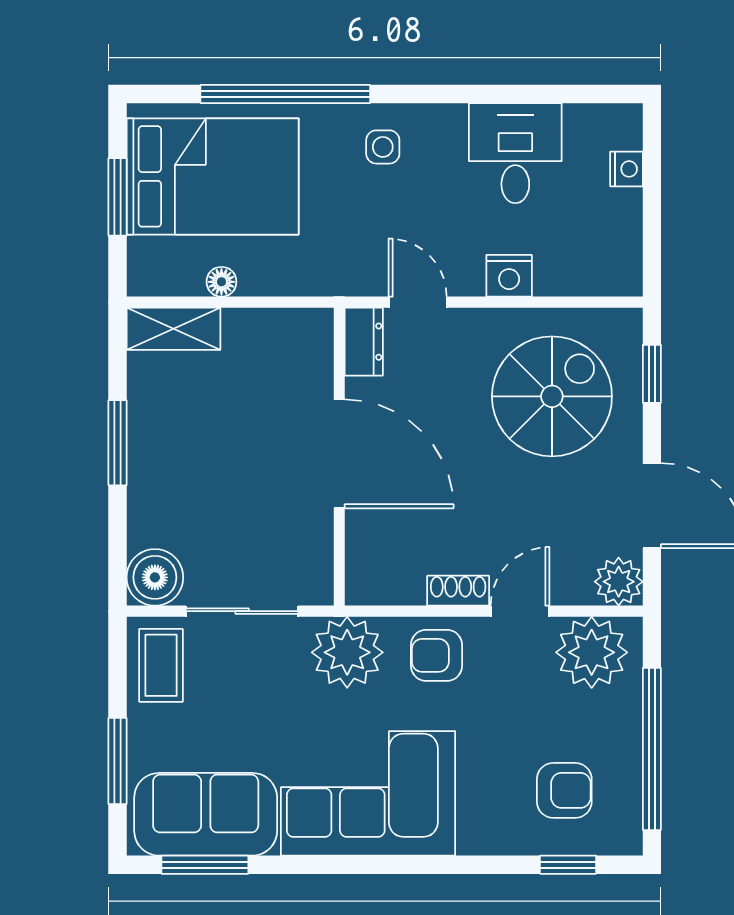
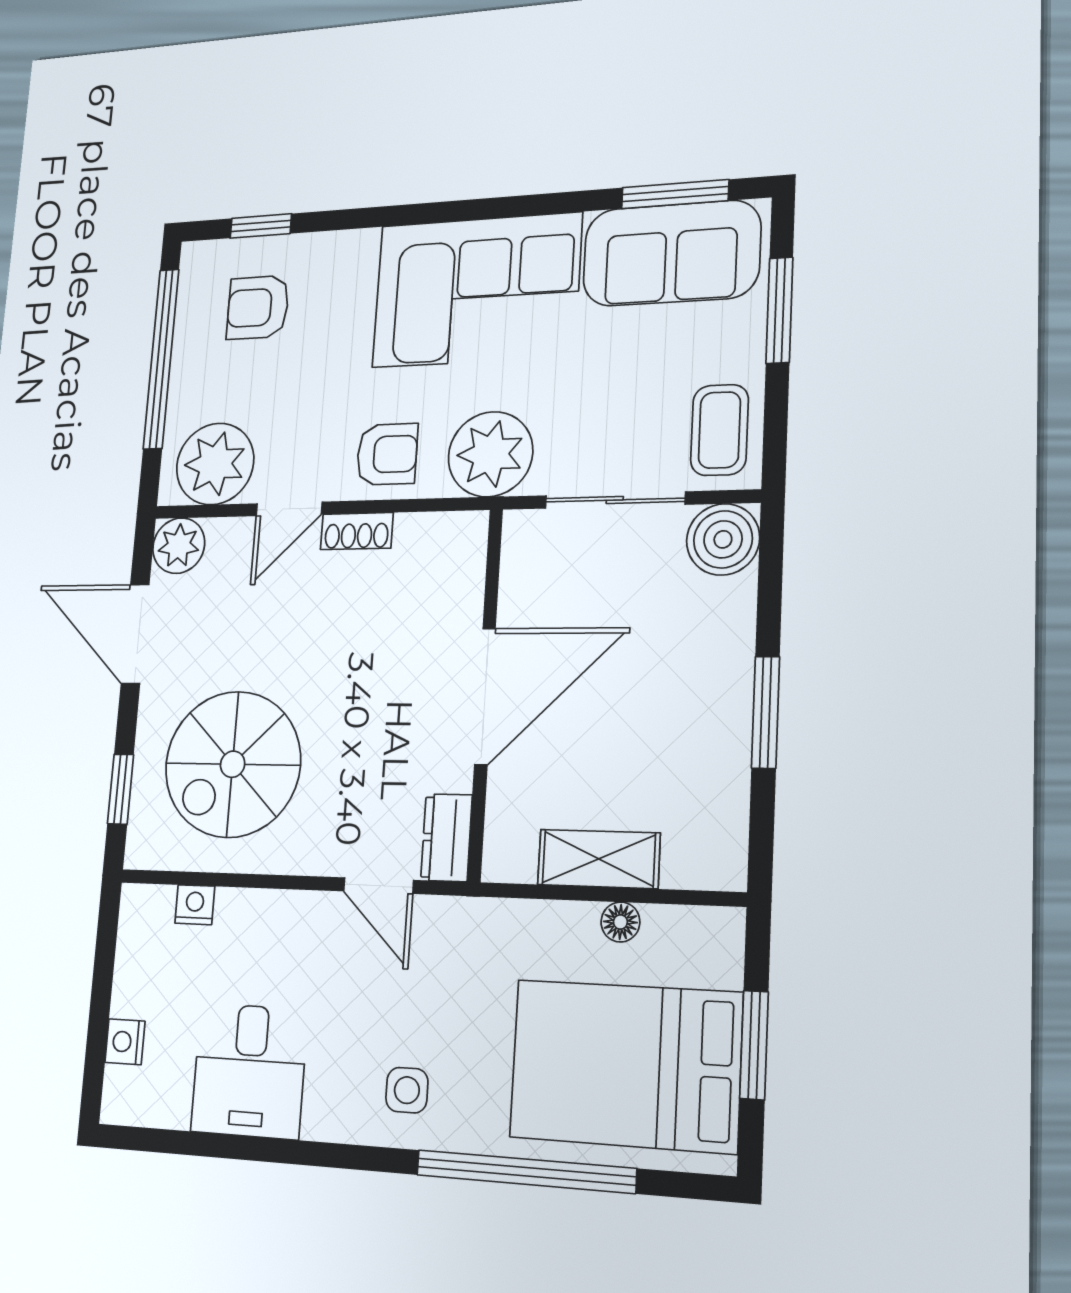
nightstand: (509, 276) -> (195, 905), moved, width x0.72, depth x0.74
shelving: (174, 329) -> (599, 859), moved
door: (339, 454) -> (485, 696), swing flipped

